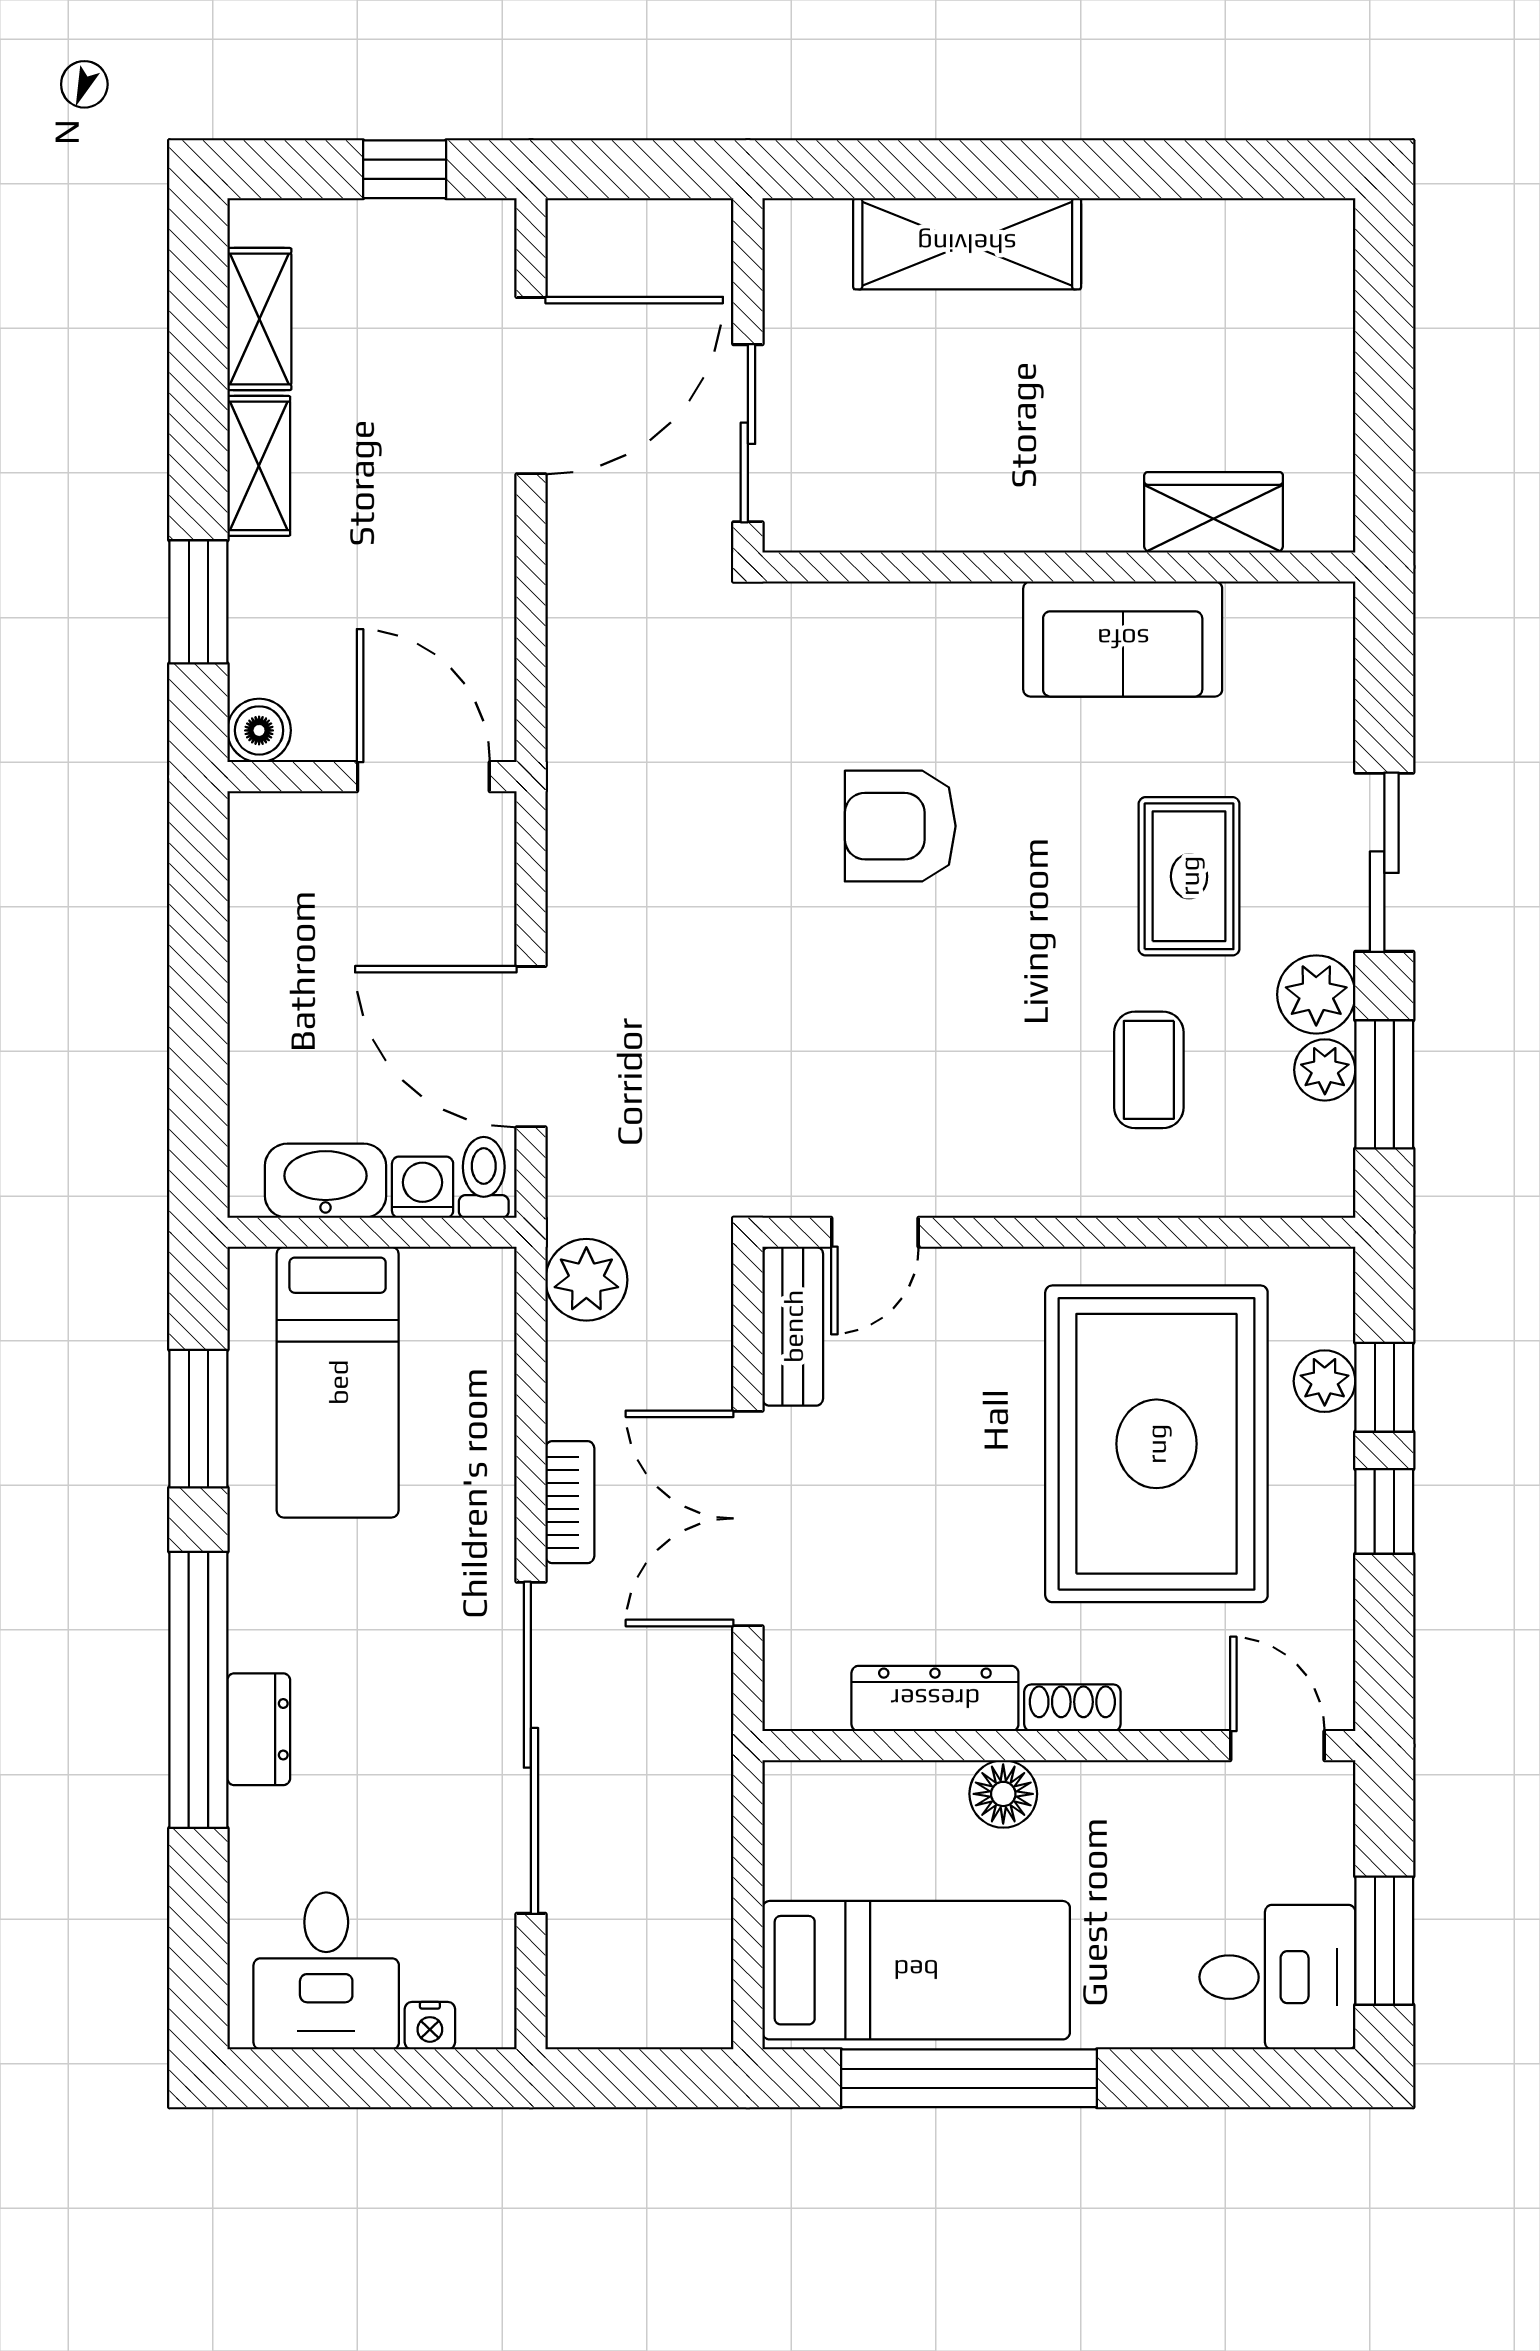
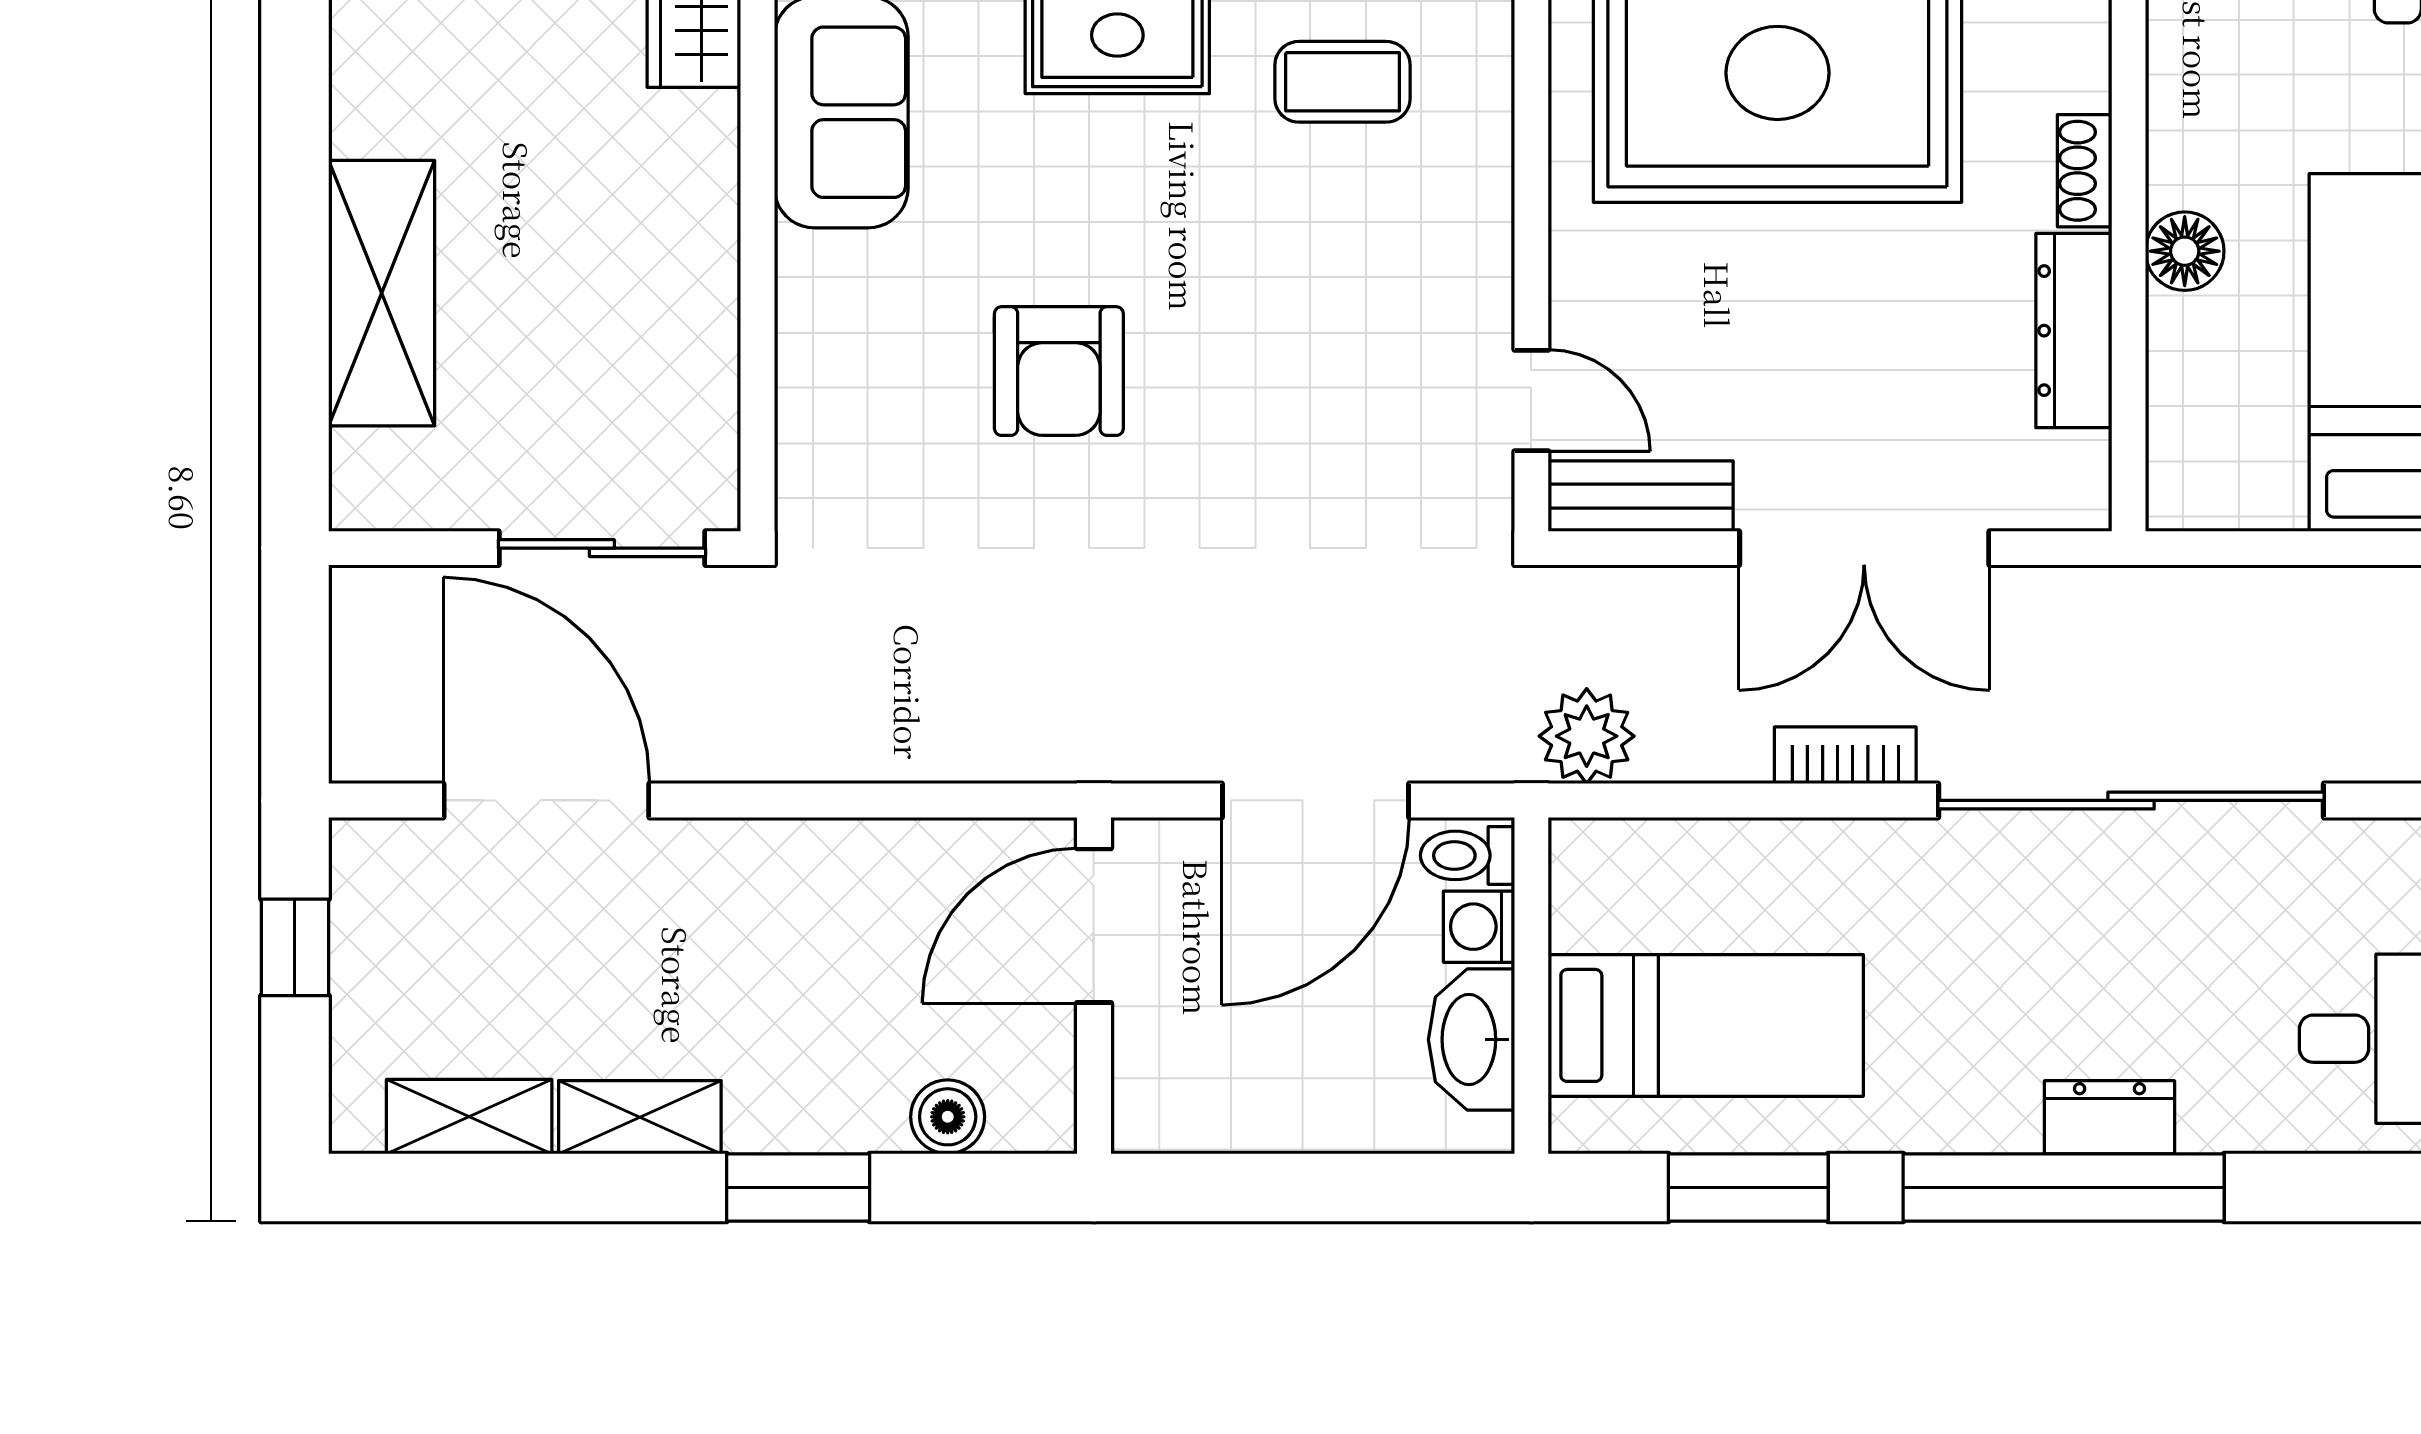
wall: (372, 777) -> (1094, 986), moved
door: (423, 777) -> (1094, 926), moved

